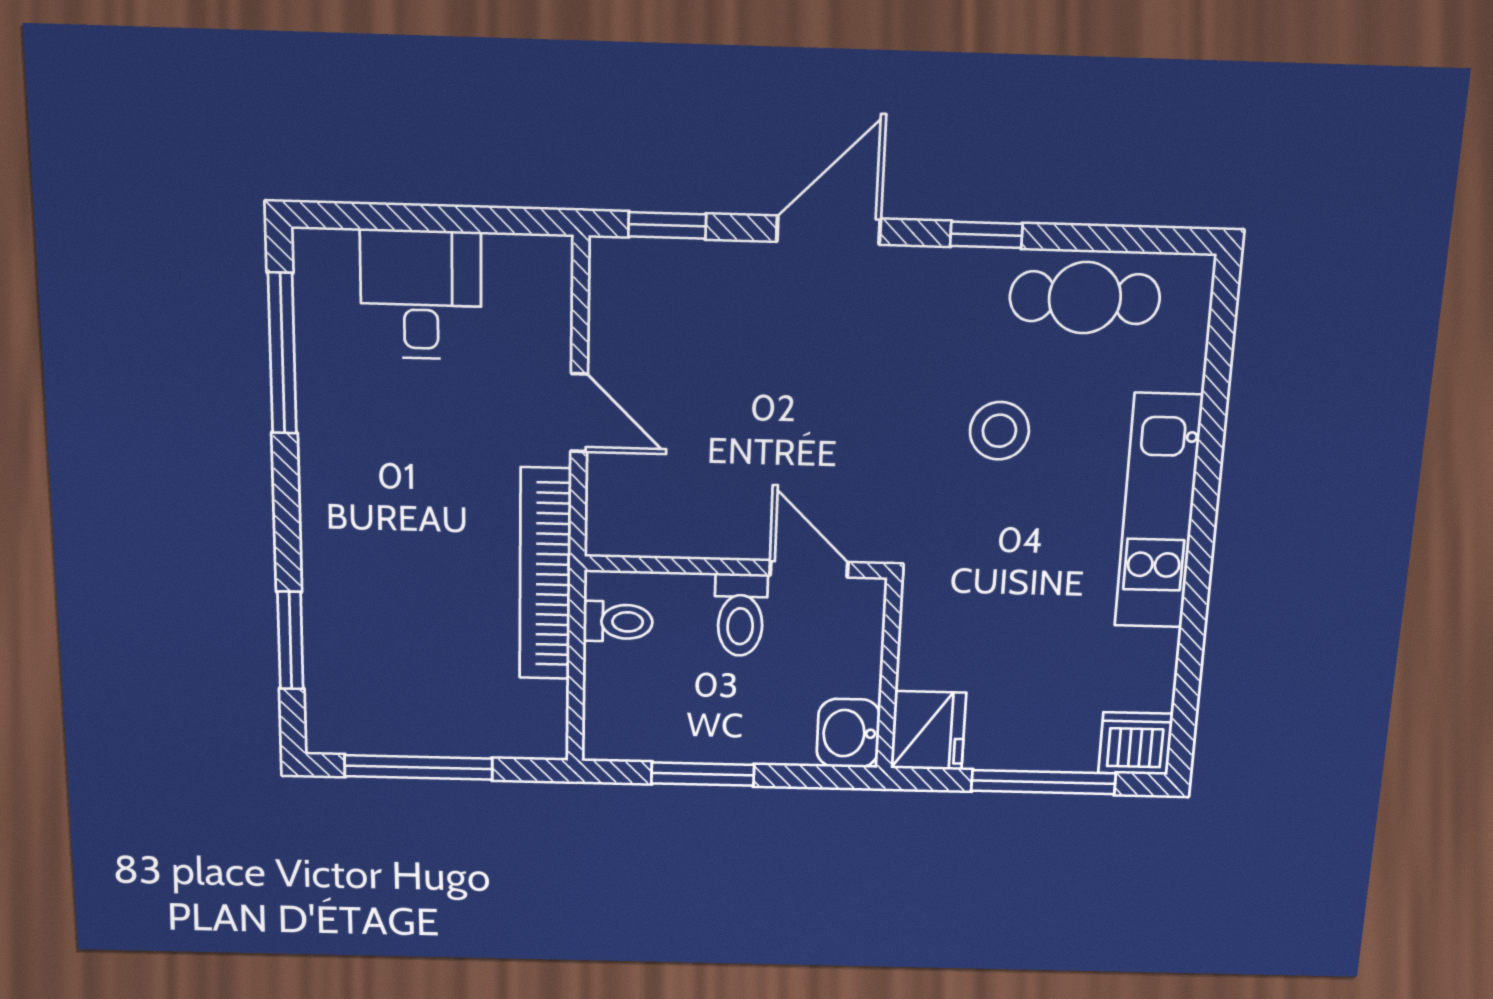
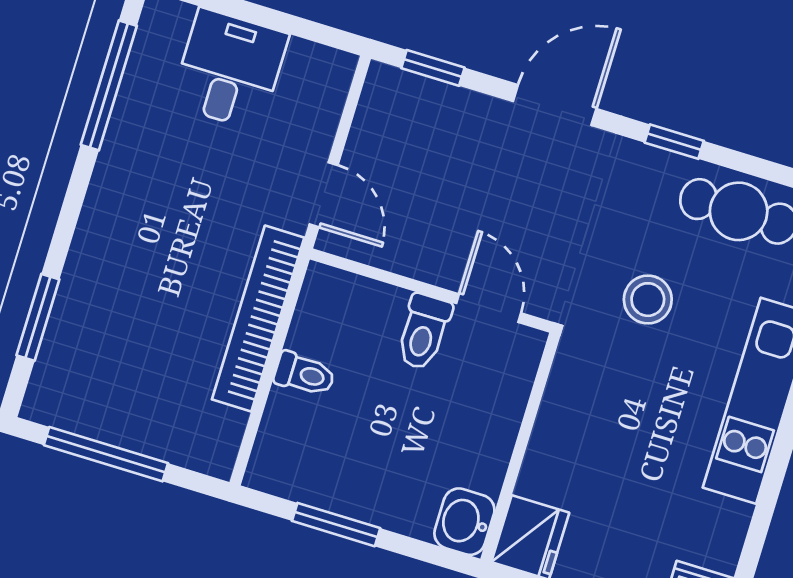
wall: (736, 567) -> (431, 291), moved
door: (809, 569) -> (489, 308), moved
toilet: (740, 615) -> (424, 332), moved

